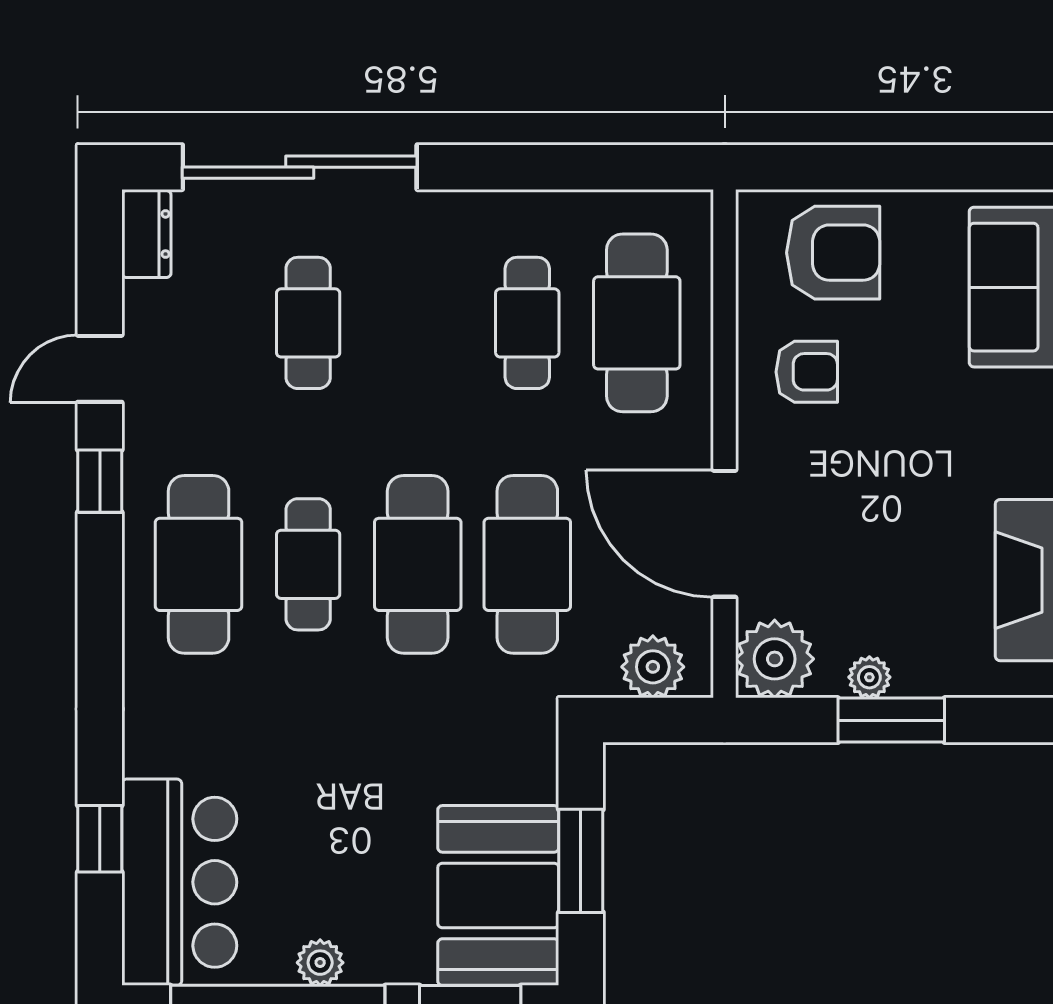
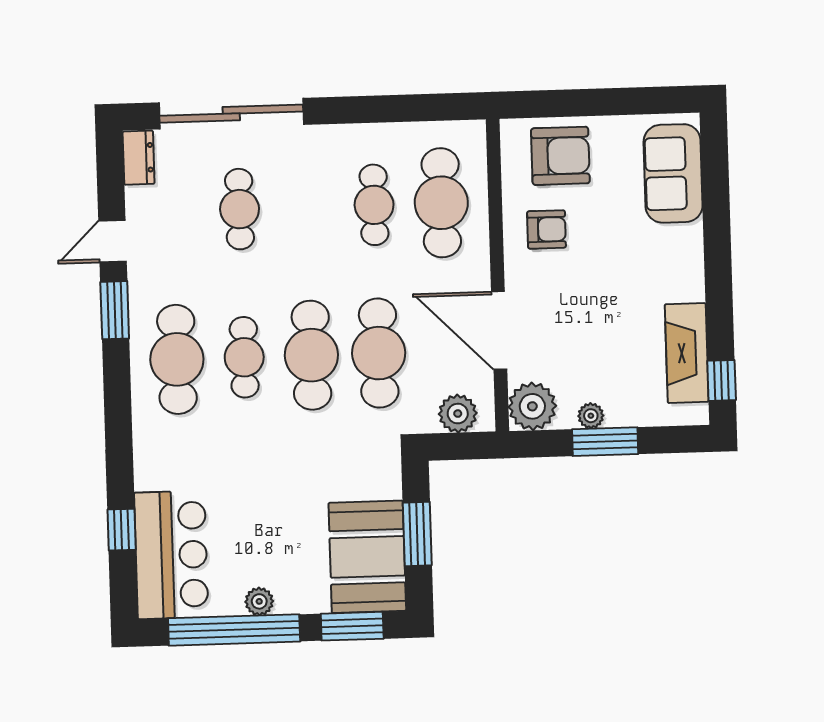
window: (100, 481) -> (115, 310), width x1.50

